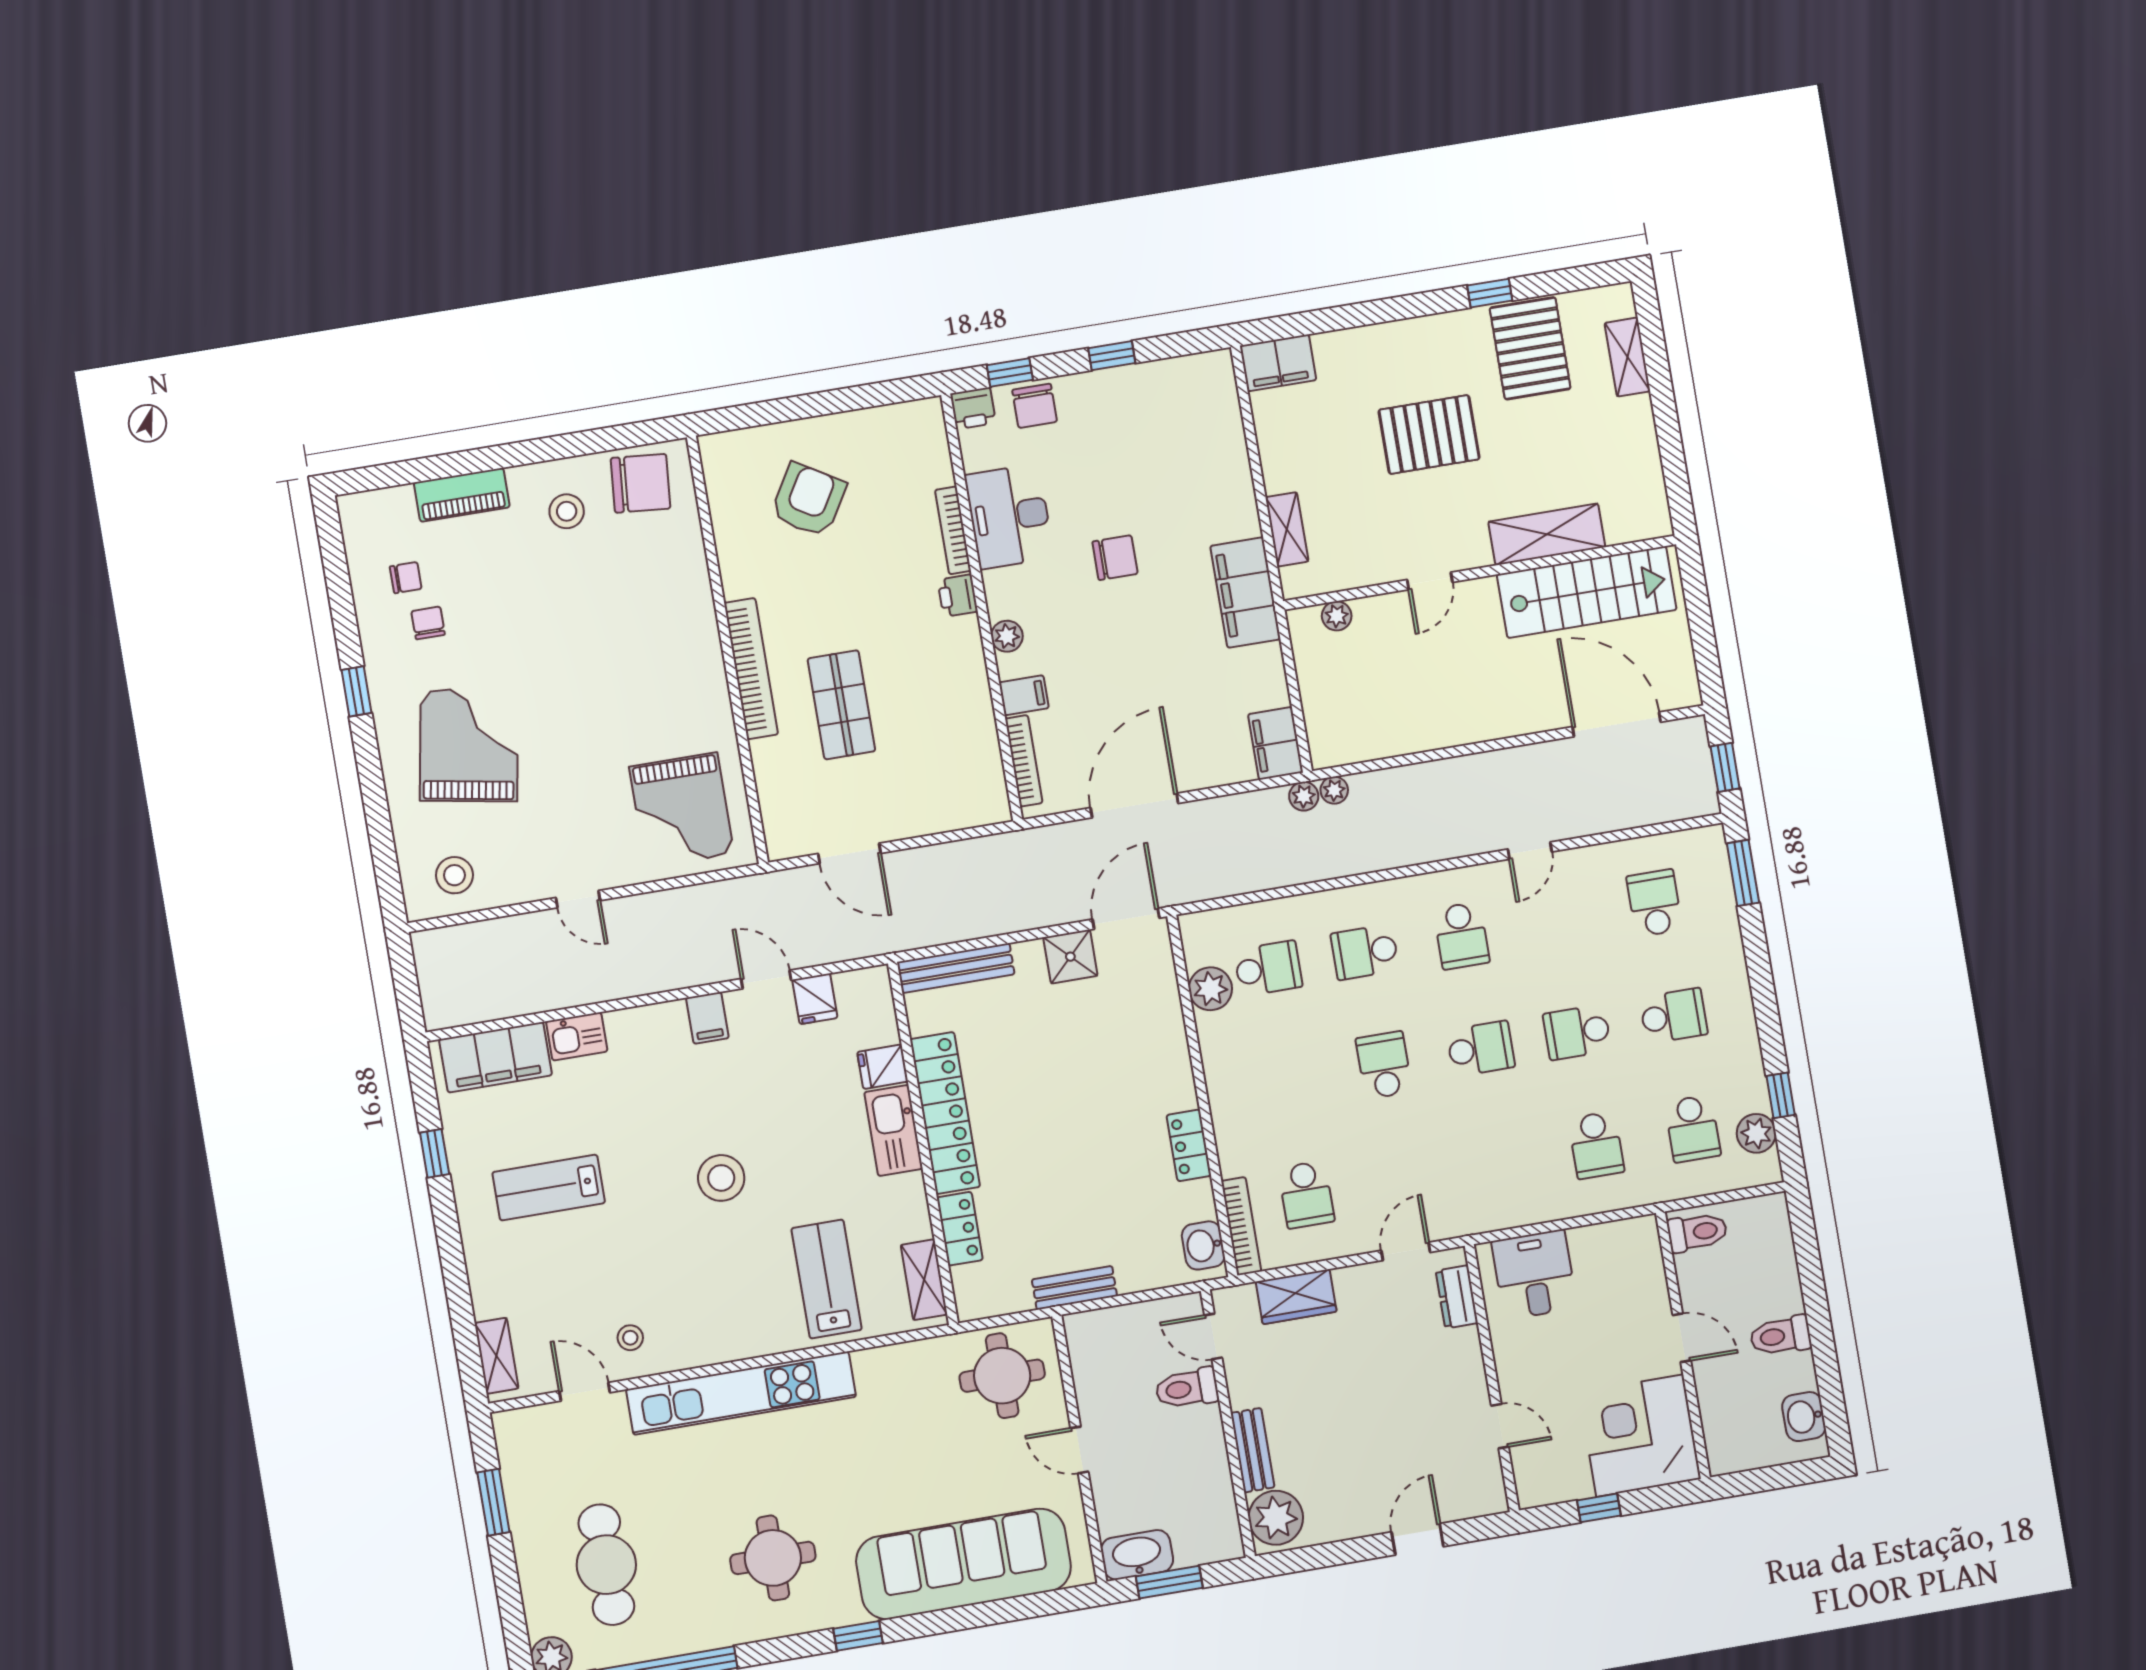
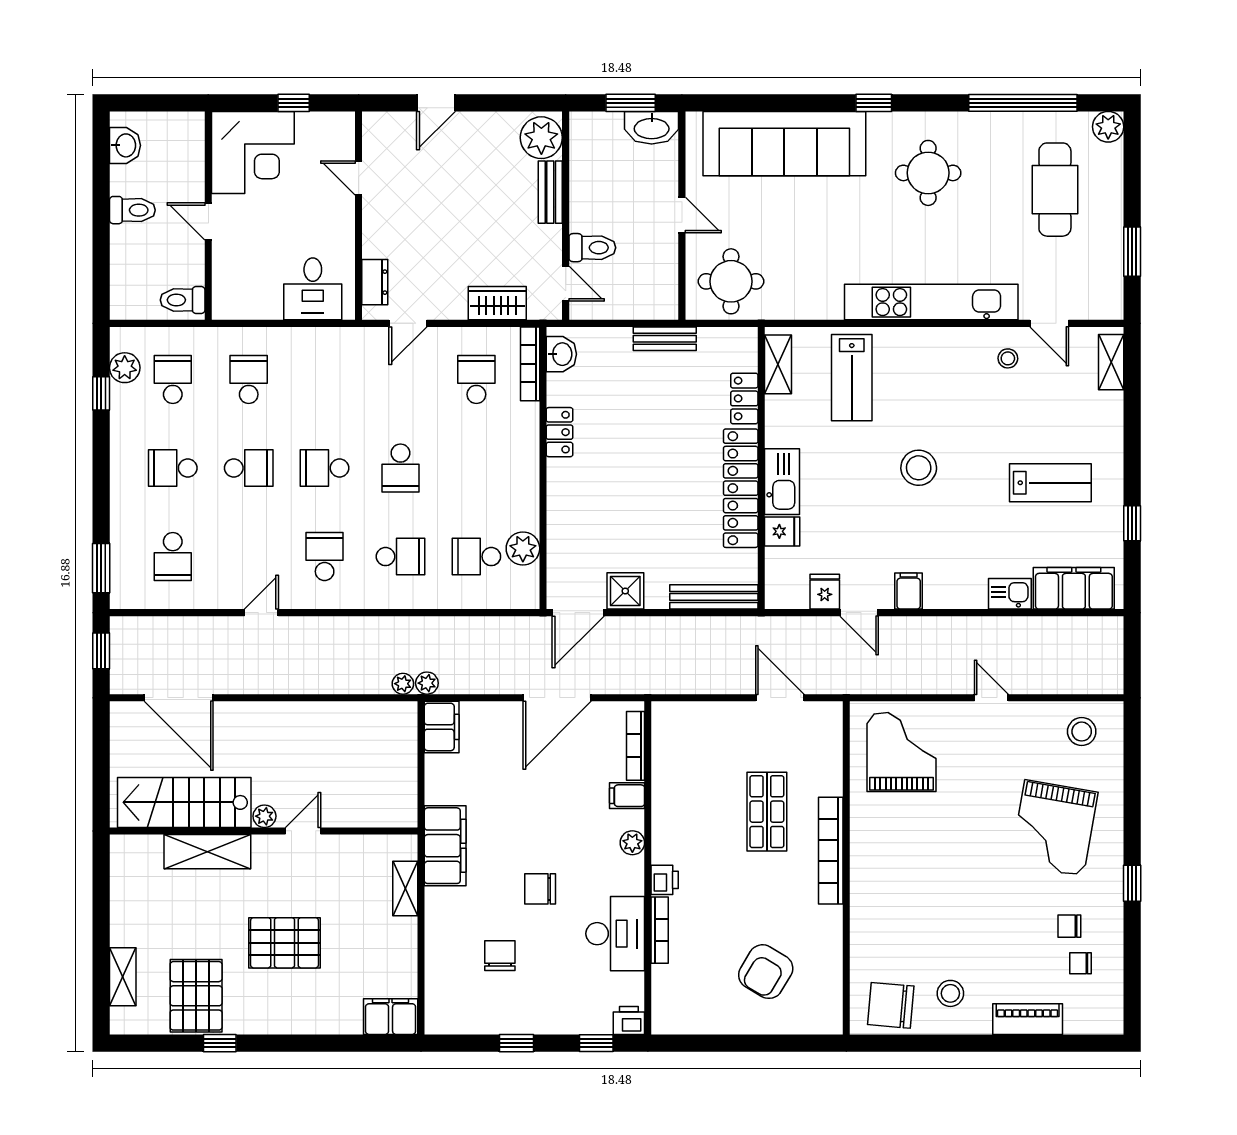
chair: (1035, 406) -> (500, 956), moved
plant: (1337, 616) -> (264, 816), moved
chair: (428, 623) -> (1069, 926), turned 90

